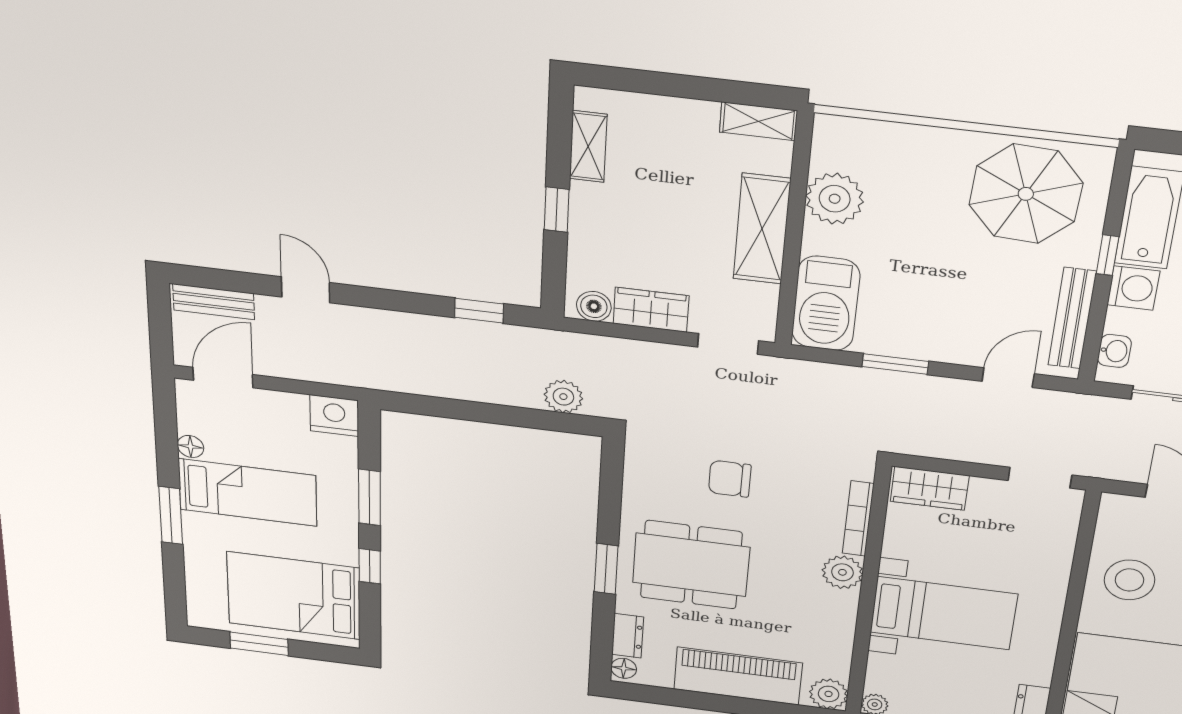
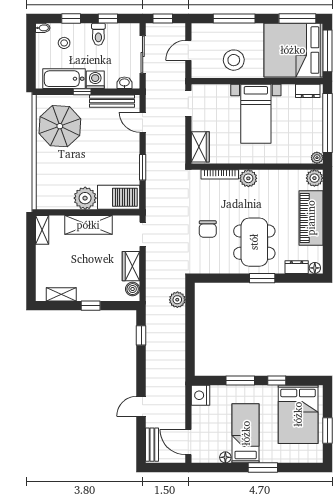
plant: (835, 199) -> (85, 198), moved
bed with nightstands: (944, 613) -> (256, 114), moved, turned 180

